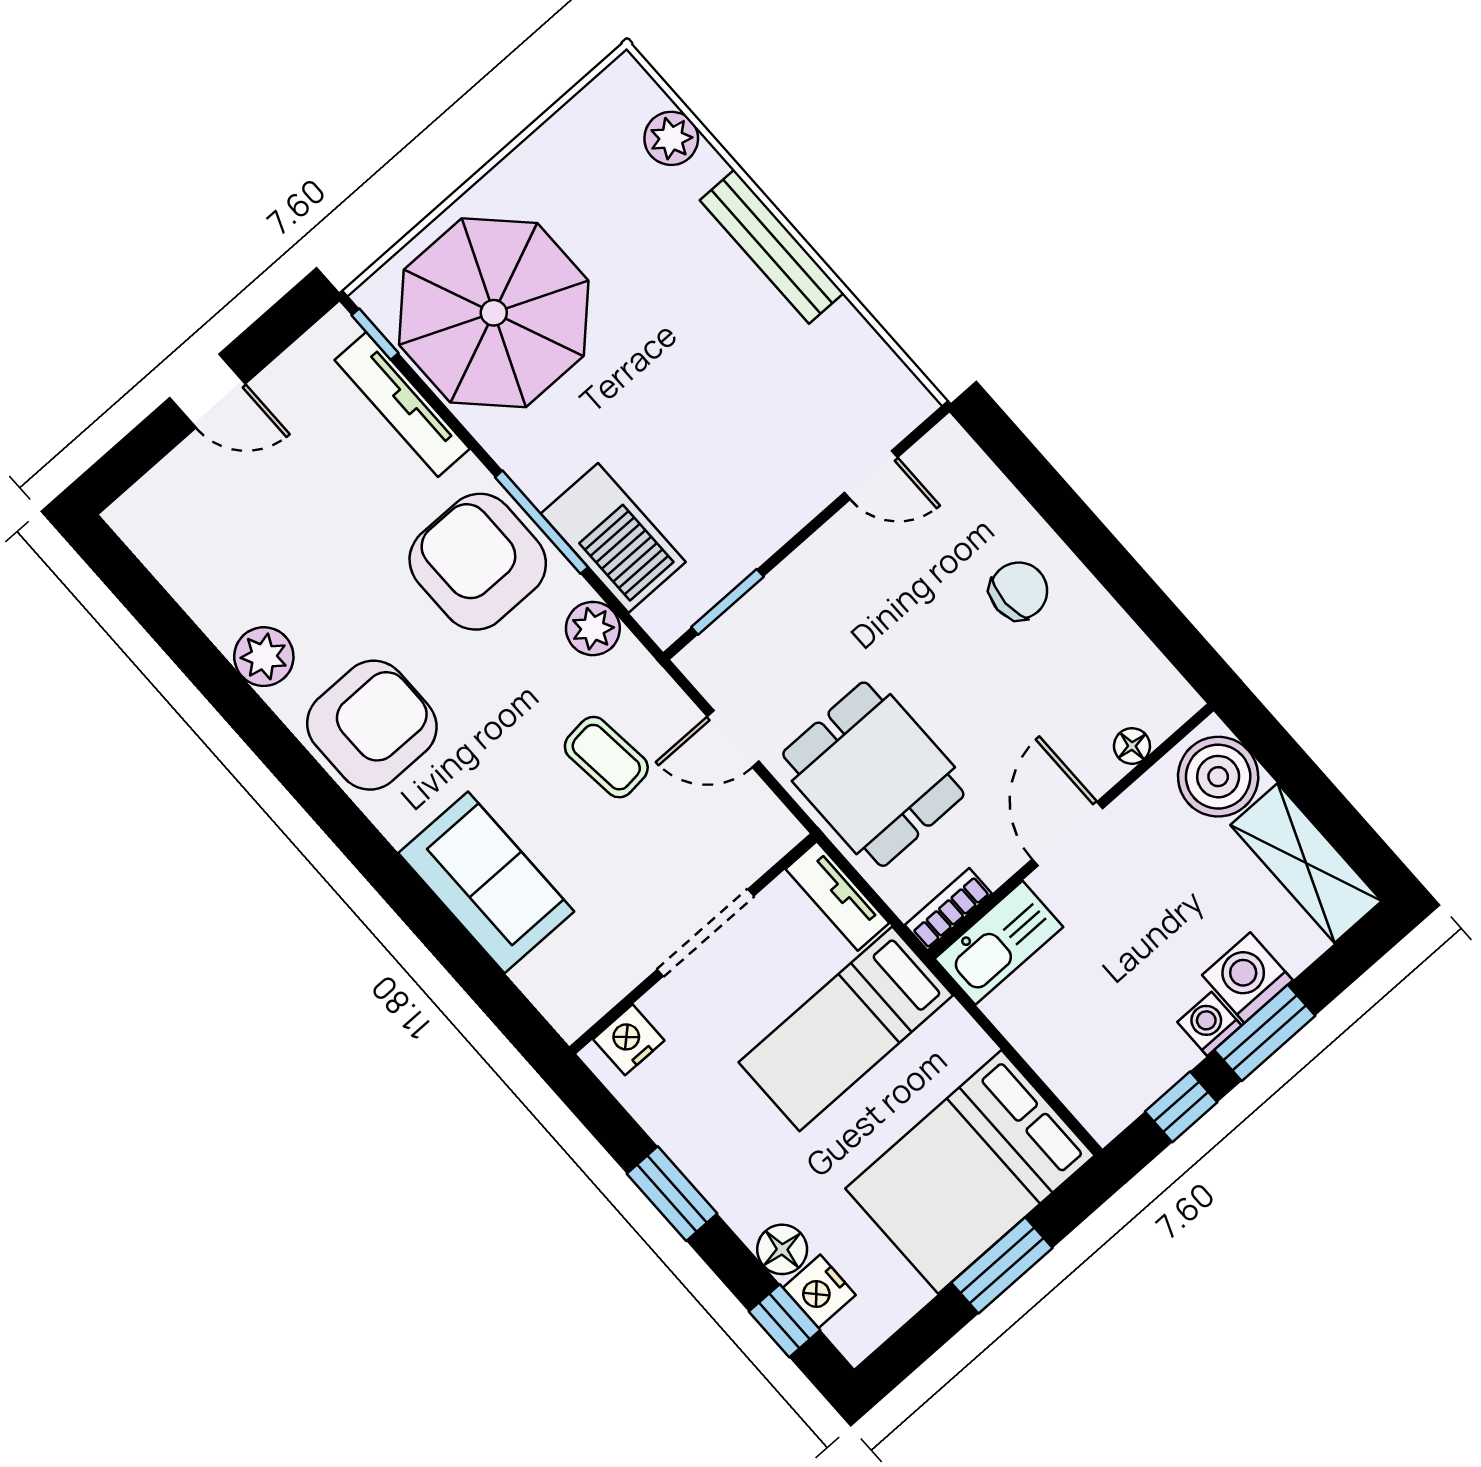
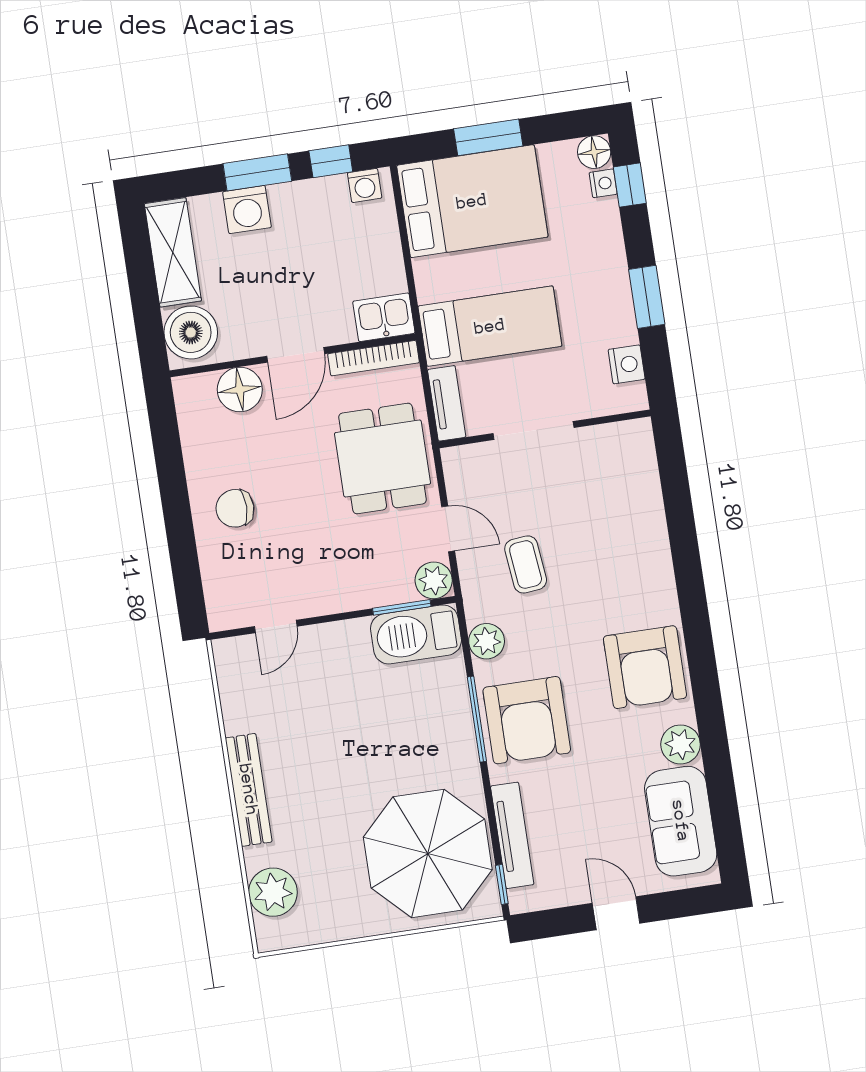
plant: (671, 138) -> (273, 892), width x1.36, depth x1.36
door: (871, 475) -> (276, 626), swing flipped
barbecue: (613, 538) -> (416, 634), moved, turned -90
plant: (709, 662) -> (434, 580), added
armchair: (372, 725) -> (645, 667), turned -90
floor lamp: (1132, 746) -> (240, 389), width x1.89, depth x1.89
sofa: (486, 882) -> (681, 821), moved
bookcase: (948, 909) -> (373, 358), width x1.56
kitchen sink: (999, 943) -> (384, 317), width x0.73
washing machine: (1209, 1024) -> (365, 185), moved
nightstand: (629, 1040) -> (627, 364), moved, turned -90
floor lamp: (782, 1249) -> (594, 152), moved
nightstand: (819, 1291) -> (603, 183), width x0.72, depth x0.74

